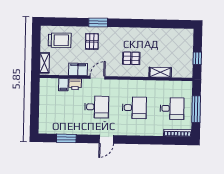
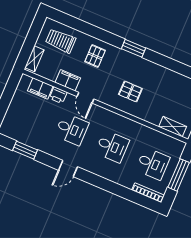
window: (98, 22) -> (133, 48), moved
trolley: (60, 40) -> (61, 41), turned 180
shelving: (160, 72) -> (173, 127), moved
door: (97, 78) -> (85, 98), swing flipped
filing cabinet: (63, 85) -> (40, 88), width x2.00

